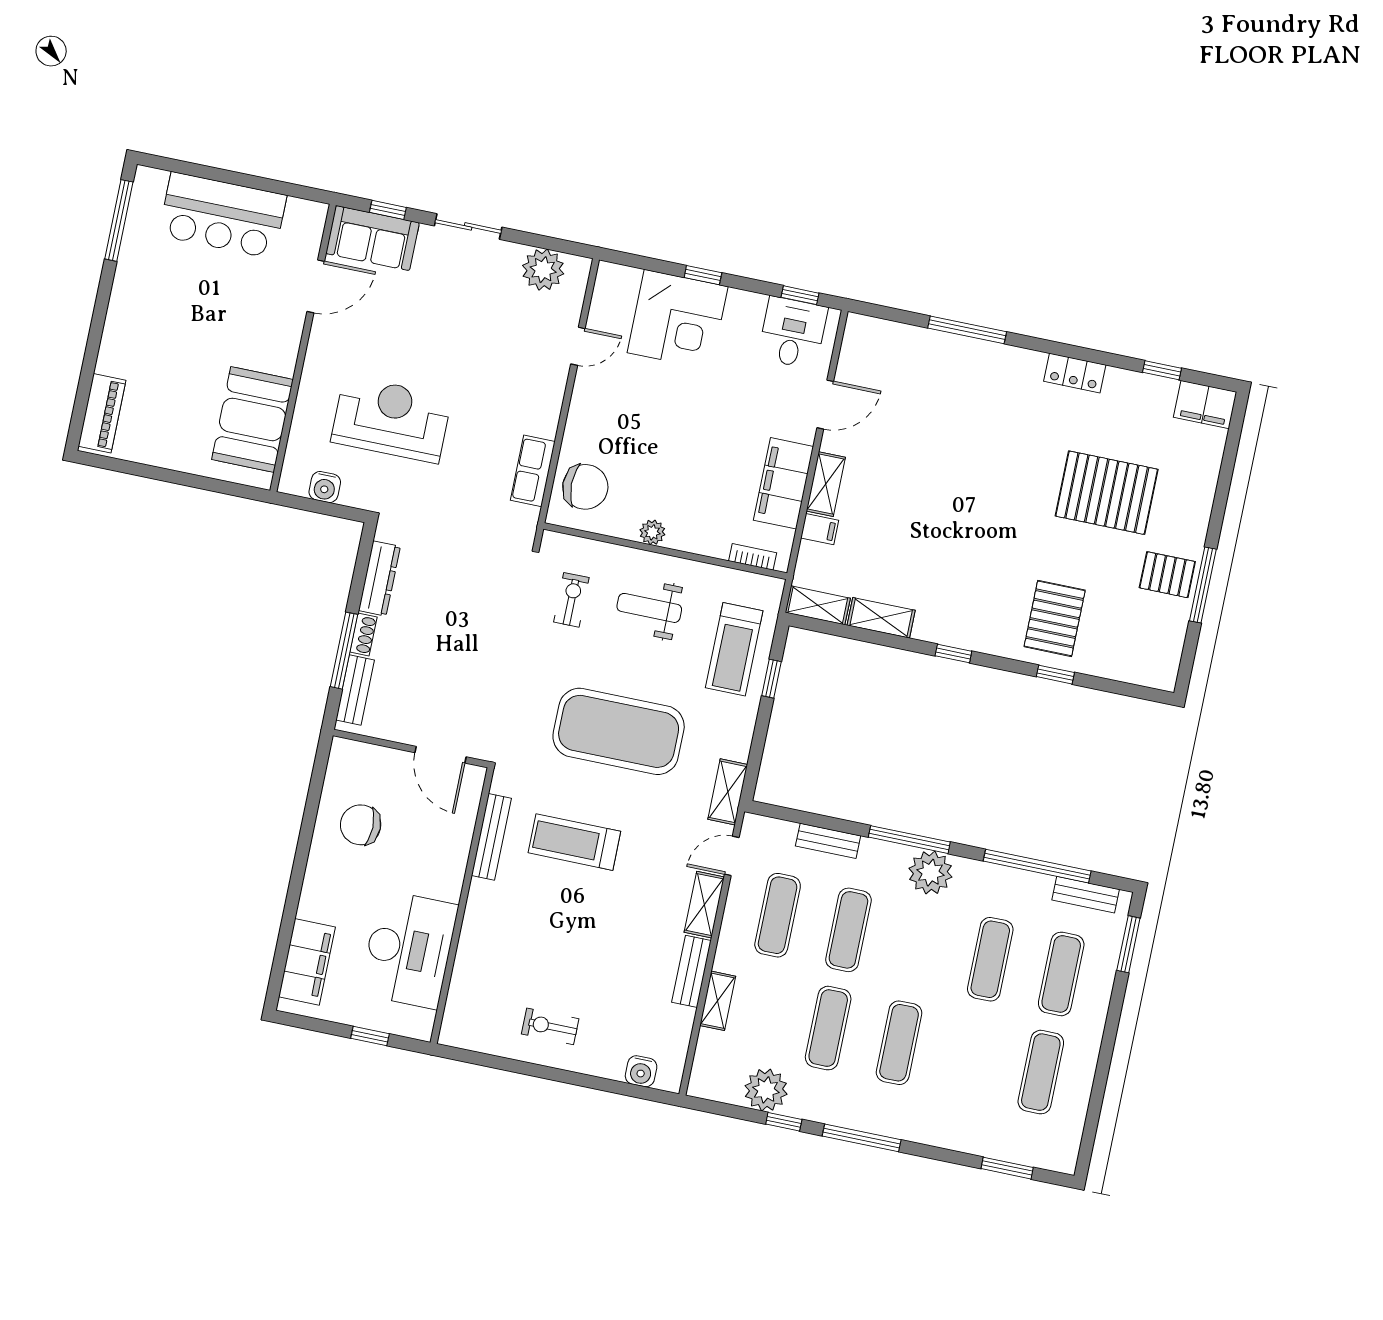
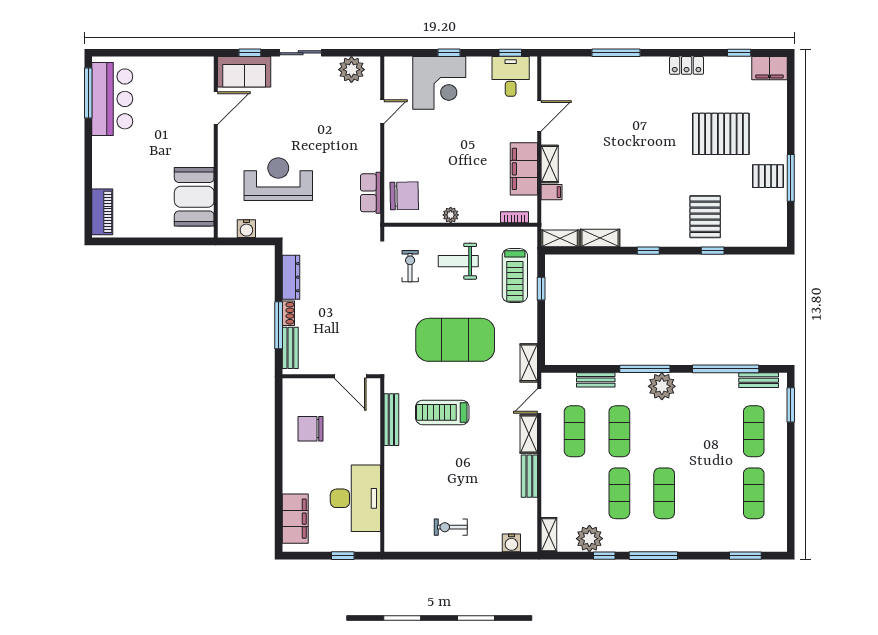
bar counter: (223, 215) -> (112, 99), moved, turned -90
exercise mat: (990, 959) -> (709, 431), removed
shelving: (718, 1001) -> (549, 535), moved

